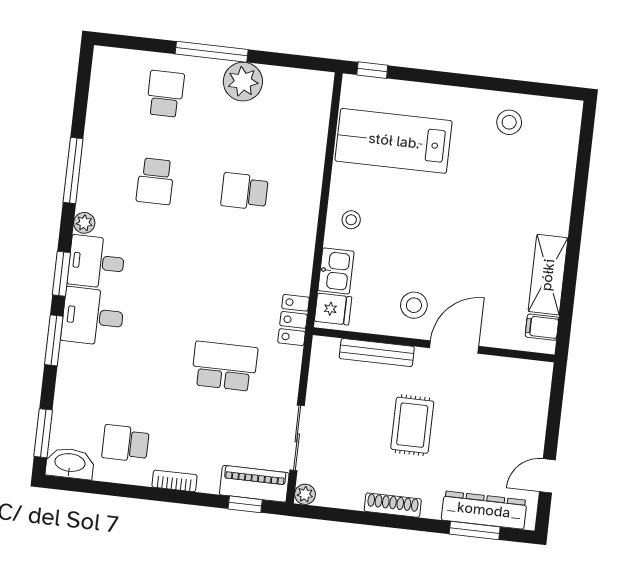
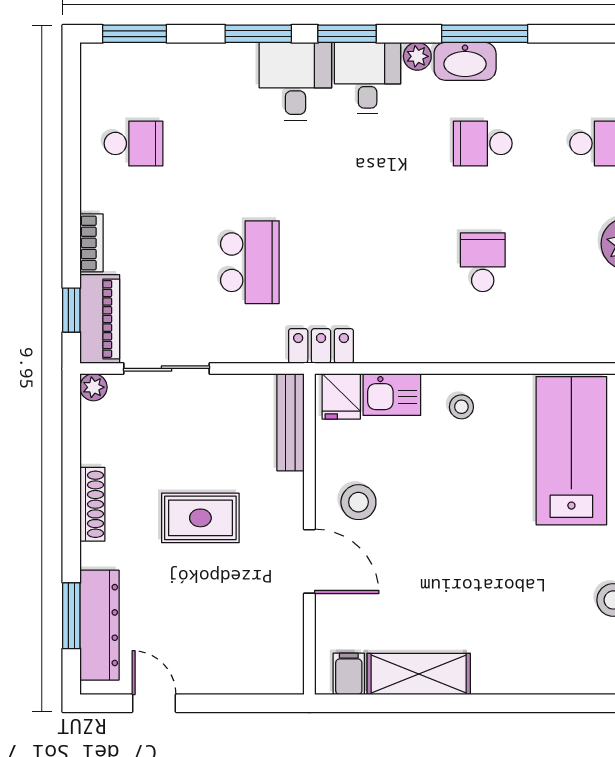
bench: (377, 353) -> (291, 422), moved
school desk: (125, 443) -> (133, 143), turned 90
washbasin: (70, 463) -> (465, 61), moved, turned 90
bookcase: (175, 481) -> (91, 243), moved

